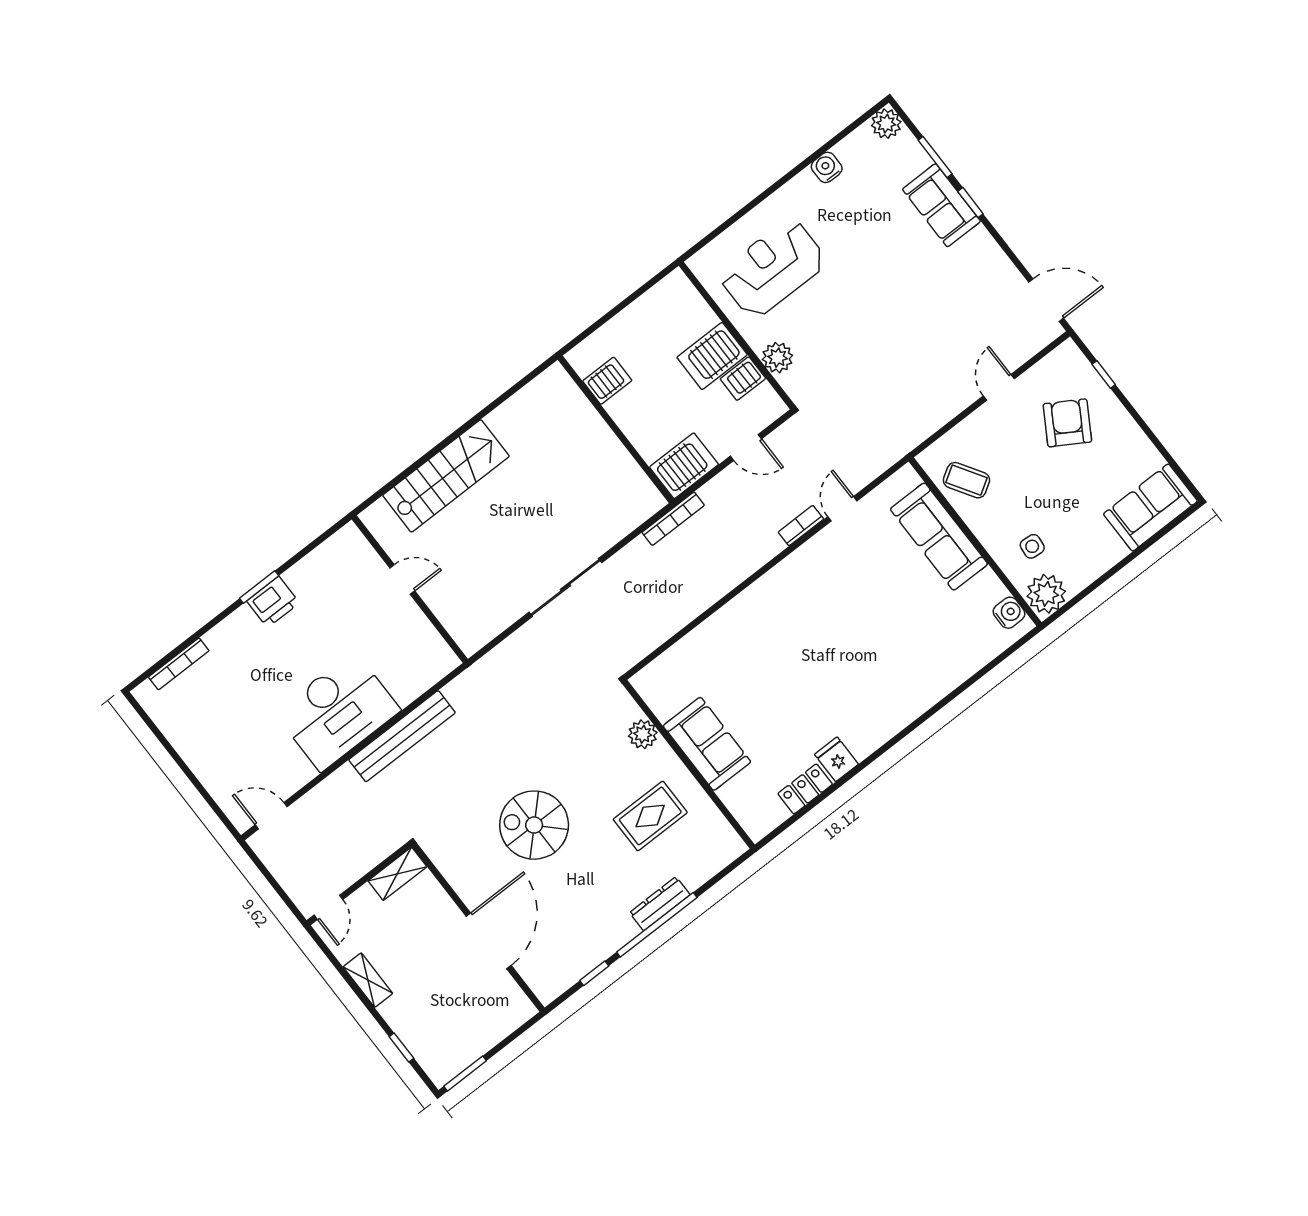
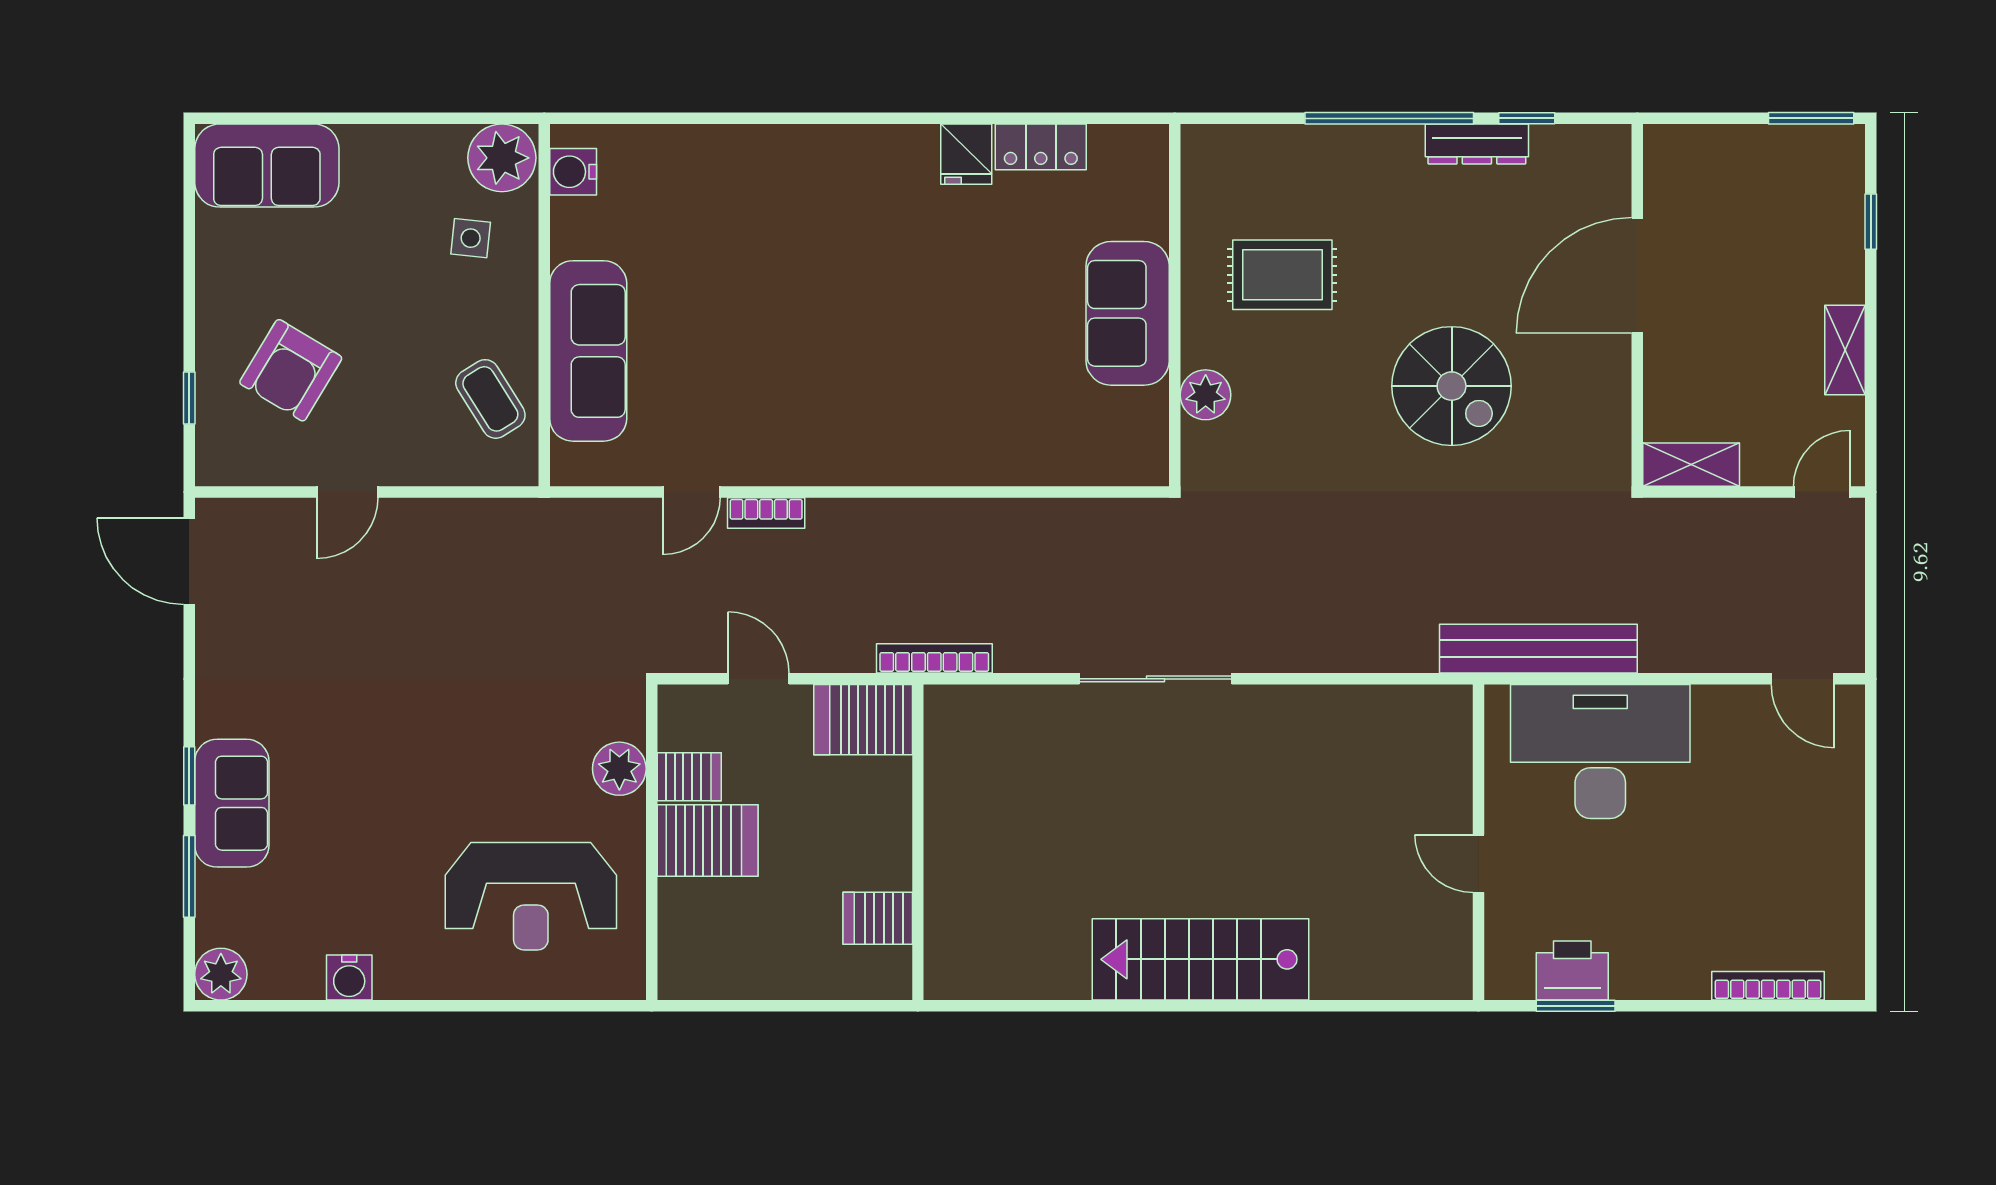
door: (402, 579) -> (1478, 864), moved
wall: (410, 589) -> (1478, 842), moved
dresser: (660, 904) -> (1477, 144), moved

